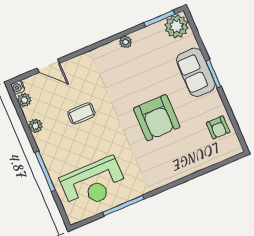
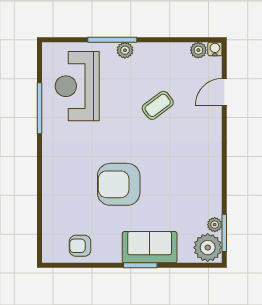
plant: (125, 42) -> (215, 225), moved
coffee table: (81, 113) -> (158, 105), turned 53
plant: (35, 126) -> (125, 50), moved

